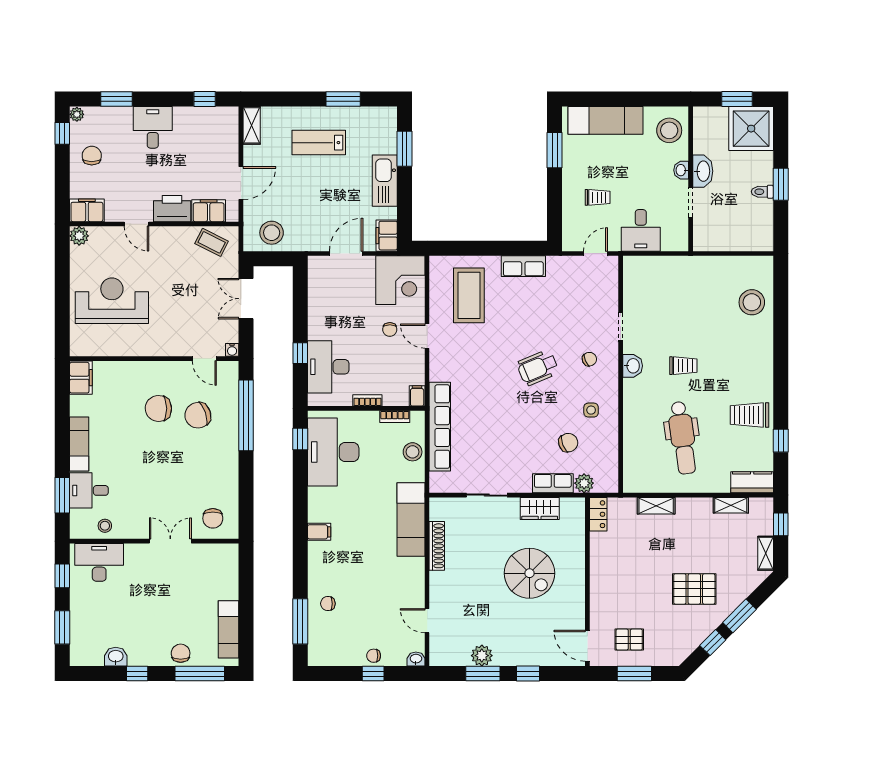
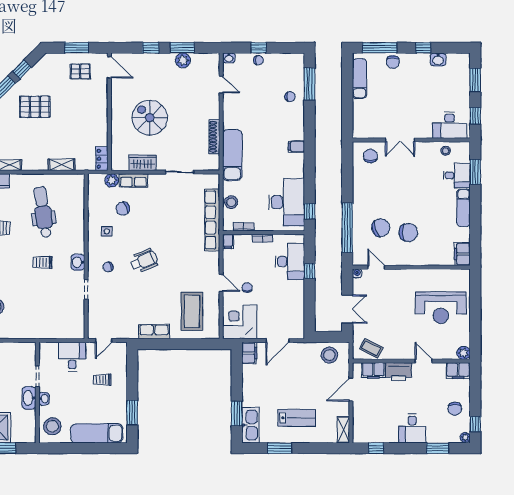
kitchen sink: (385, 181) -> (251, 425), moved

